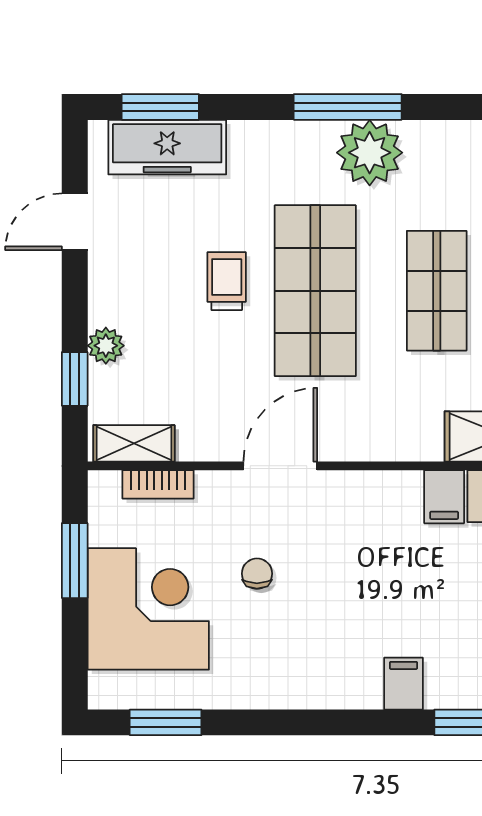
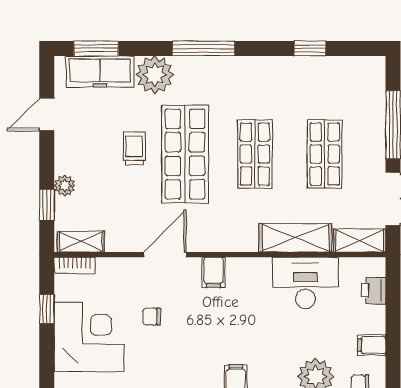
plant: (370, 153) -> (155, 75), moved
bookcase: (158, 484) -> (75, 265), moved
filing cabinet: (444, 497) -> (213, 272), moved
window: (75, 561) -> (47, 309), width x0.67
chair: (257, 574) -> (152, 317), turned -90

